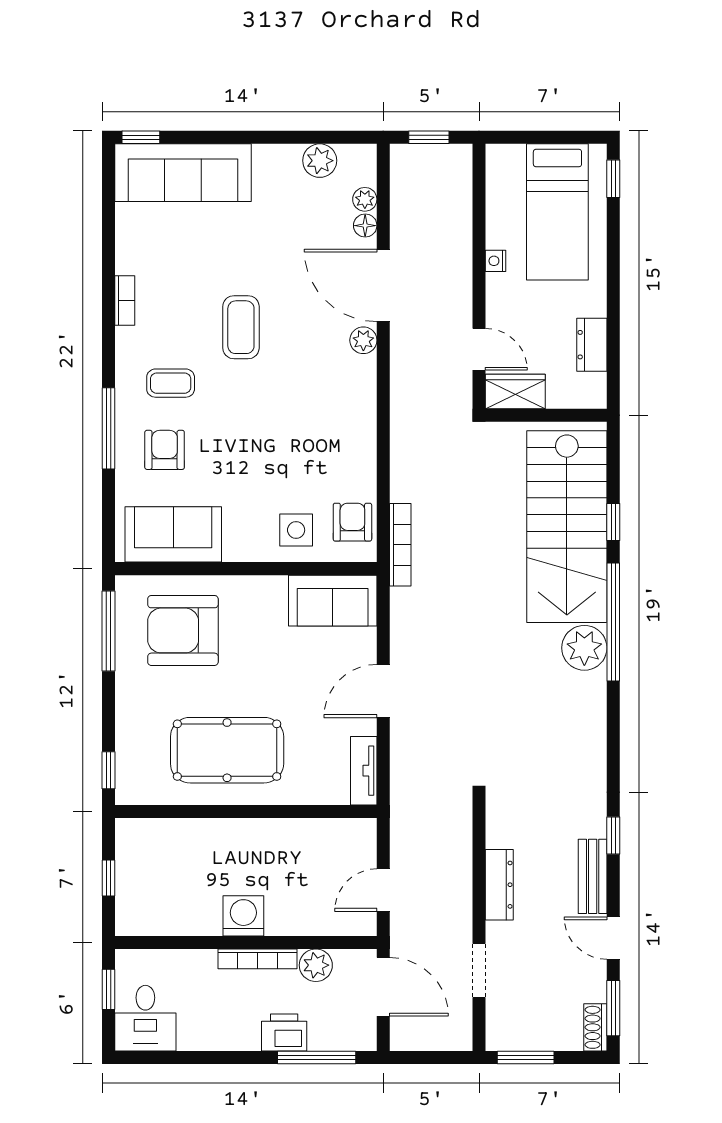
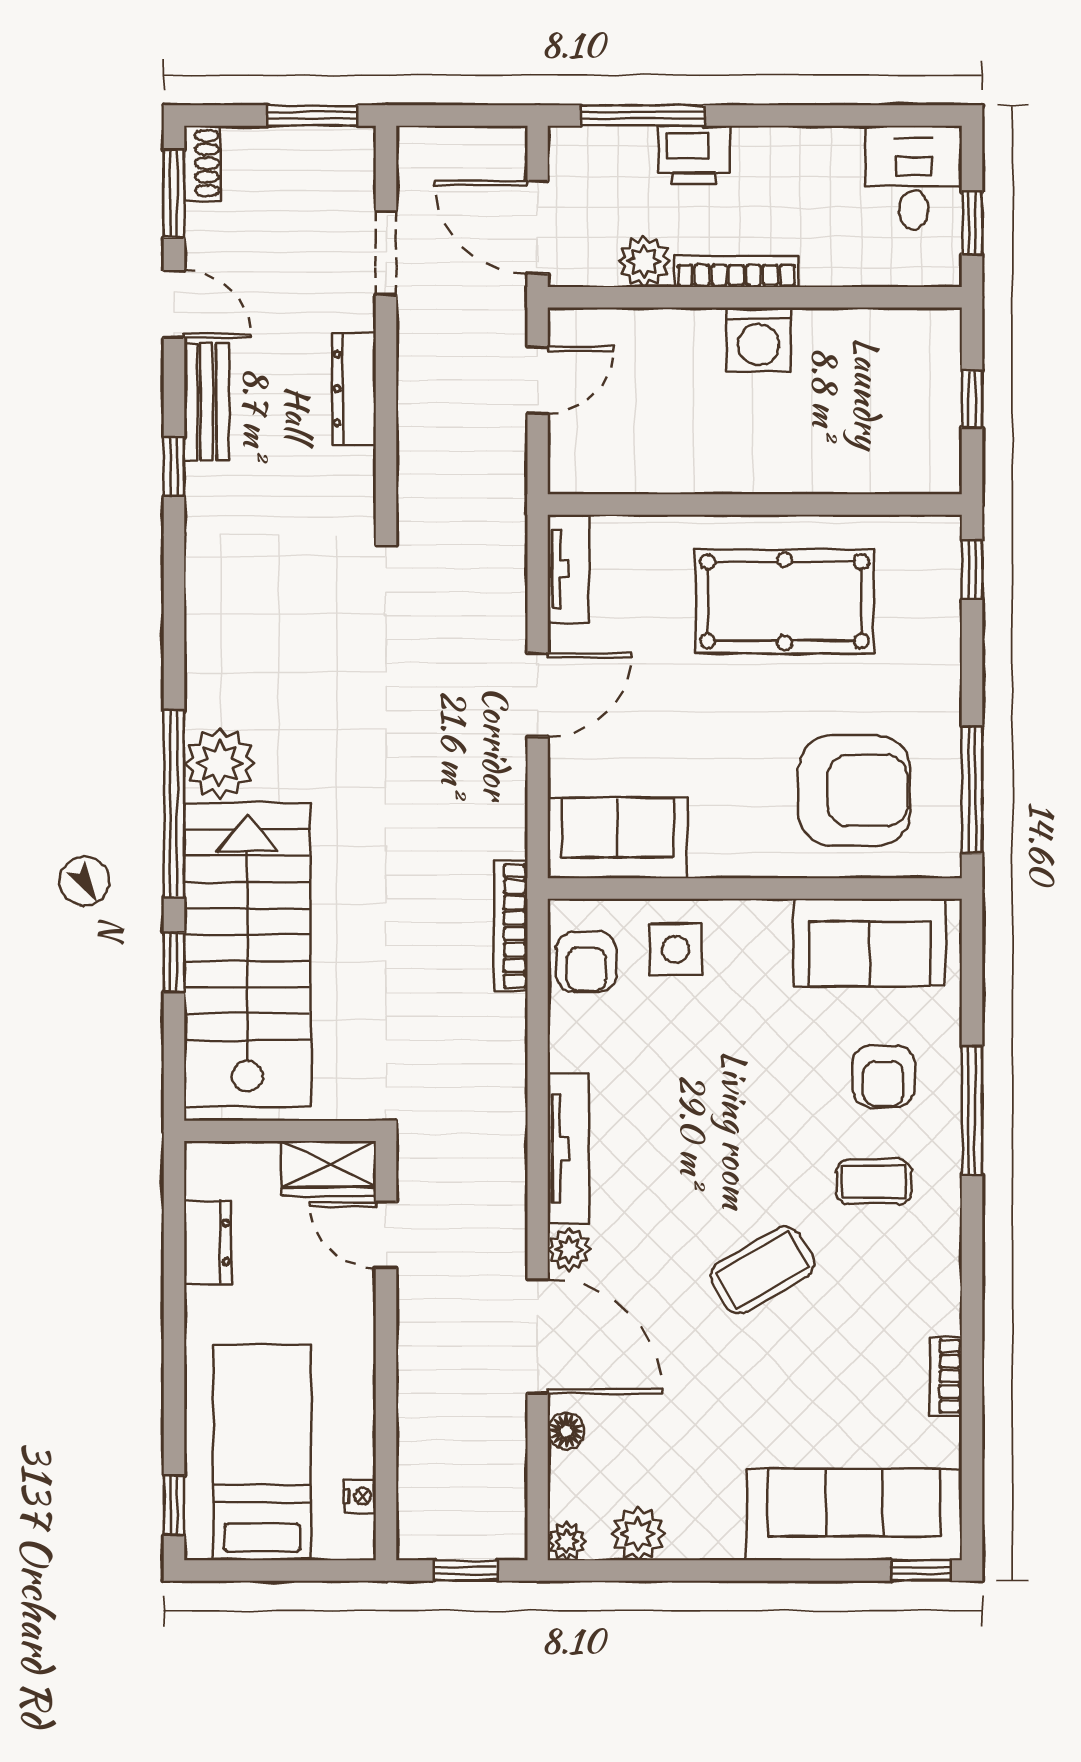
plant: (365, 199) -> (567, 1541), moved
nightstand: (496, 261) -> (360, 1496), moved
bookcase: (125, 301) -> (946, 1376), moved
coffee table: (241, 327) -> (763, 1270), turned 60
tv unit: (364, 404) -> (568, 1149), added

